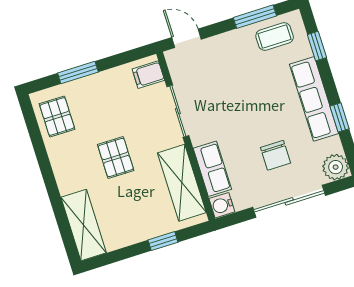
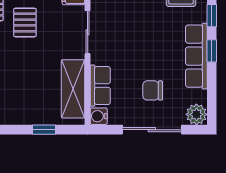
window: (339, 117) -> (212, 51), moved
chair: (275, 155) -> (153, 90), turned 90
pallet: (116, 158) -> (25, 23), moved

